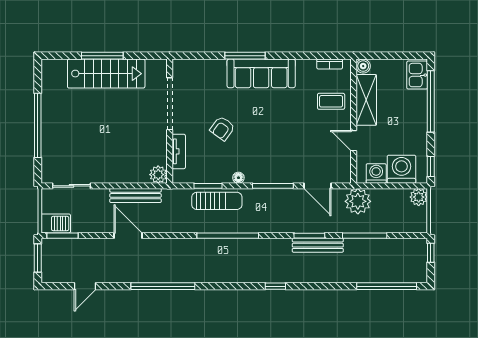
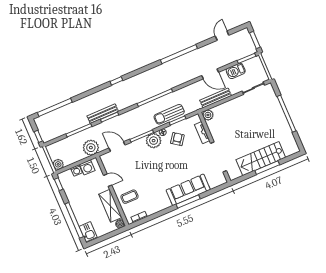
sofa: (261, 73) -> (188, 190), moved
armchair: (222, 128) -> (177, 139), moved
washing machine: (401, 169) -> (76, 170), width x0.53, depth x0.53
plant: (258, 171) -> (154, 141), added
barbecue: (56, 223) -> (236, 71), moved

